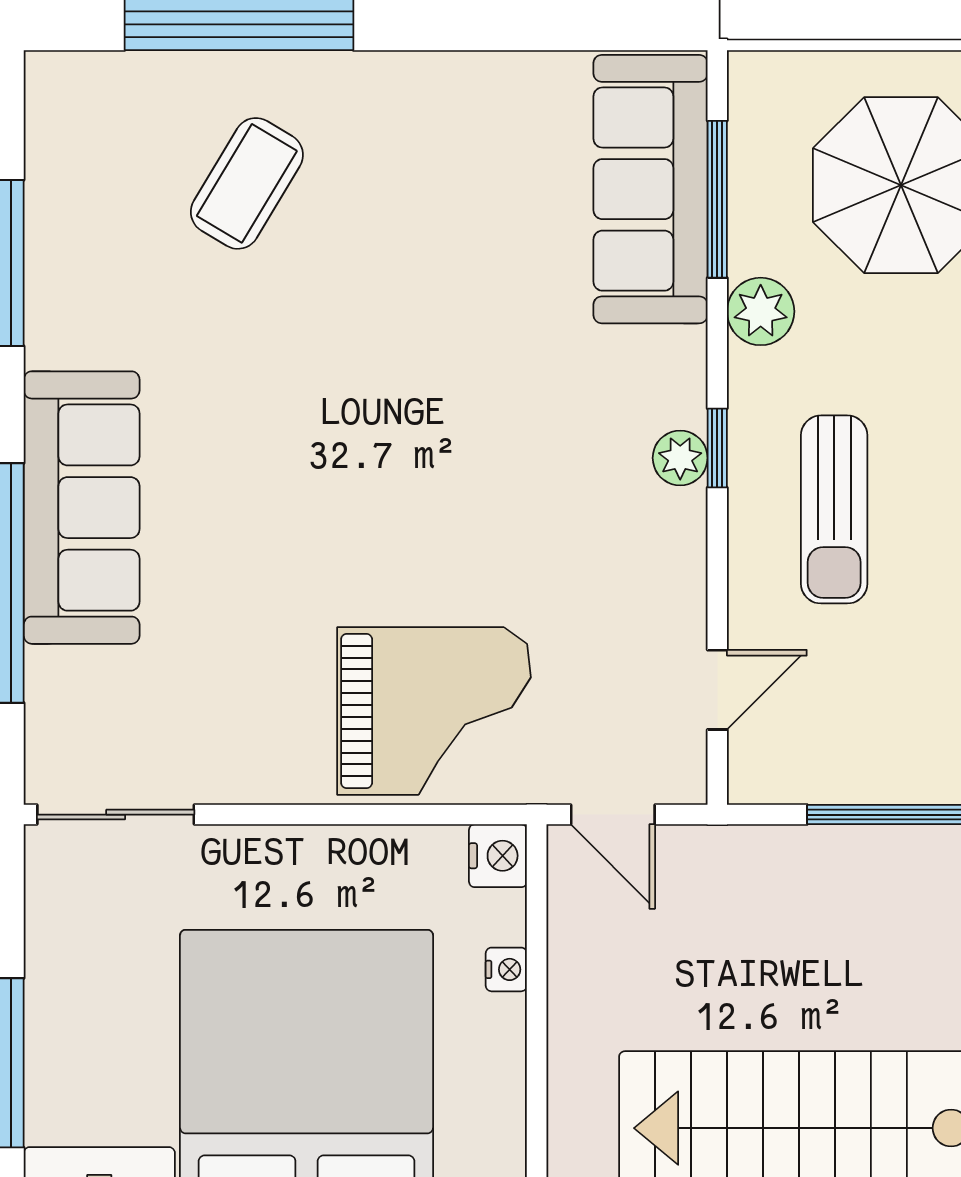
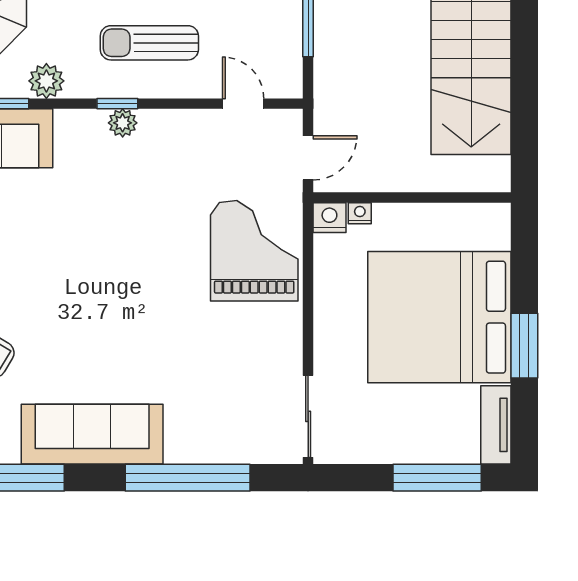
sofa: (82, 508) -> (92, 434), moved
sun lounger: (834, 509) -> (149, 43), turned 180
nightstand: (506, 969) -> (360, 213), moved

